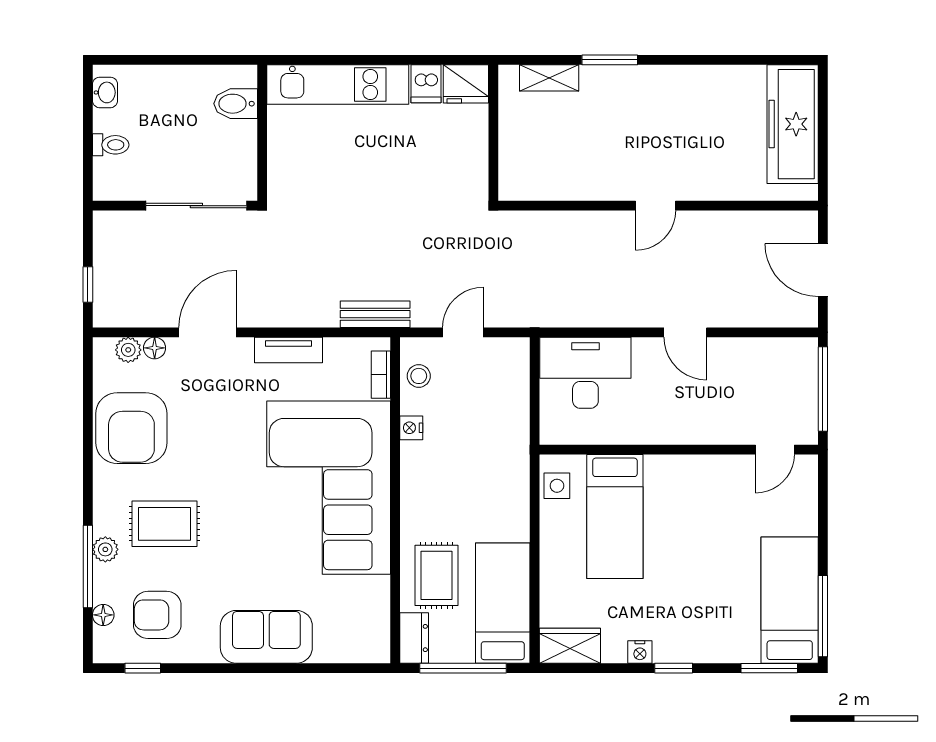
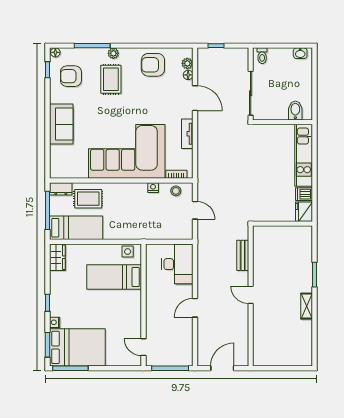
shelving: (549, 78) -> (307, 306), moved
freezer: (793, 124) -> (286, 355), removed
toilet: (111, 145) -> (262, 56), moved
bench: (375, 314) -> (243, 255), moved
armchair: (131, 428) -> (153, 65), width x0.73, depth x0.73
plant: (105, 549) -> (113, 53), moved
bed: (790, 600) -> (77, 347), width x1.50
floor lamp: (103, 615) -> (55, 52), moved
armchair: (157, 615) -> (71, 76), turned -90
nightstand: (640, 652) -> (55, 322), moved

